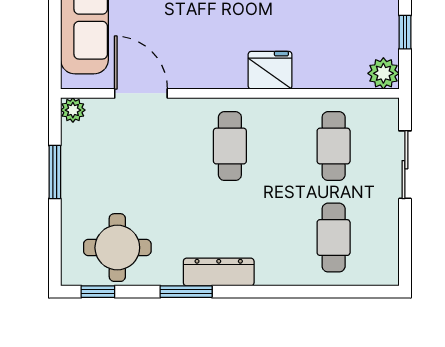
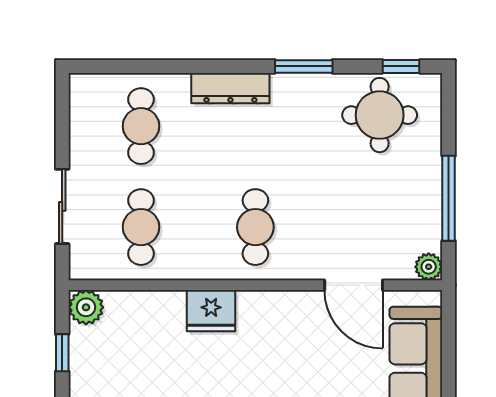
window: (55, 172) -> (449, 198), width x1.44
dresser: (219, 272) -> (230, 88), moved

